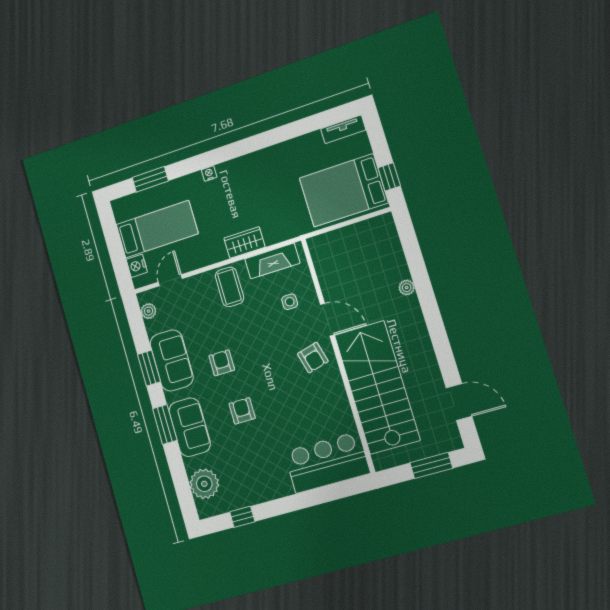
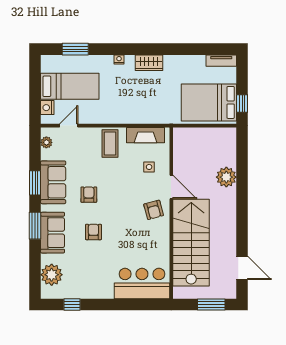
wardrobe: (244, 243) -> (149, 63), moved, turned 180
plant: (407, 288) -> (226, 177), width x1.88, depth x1.88

